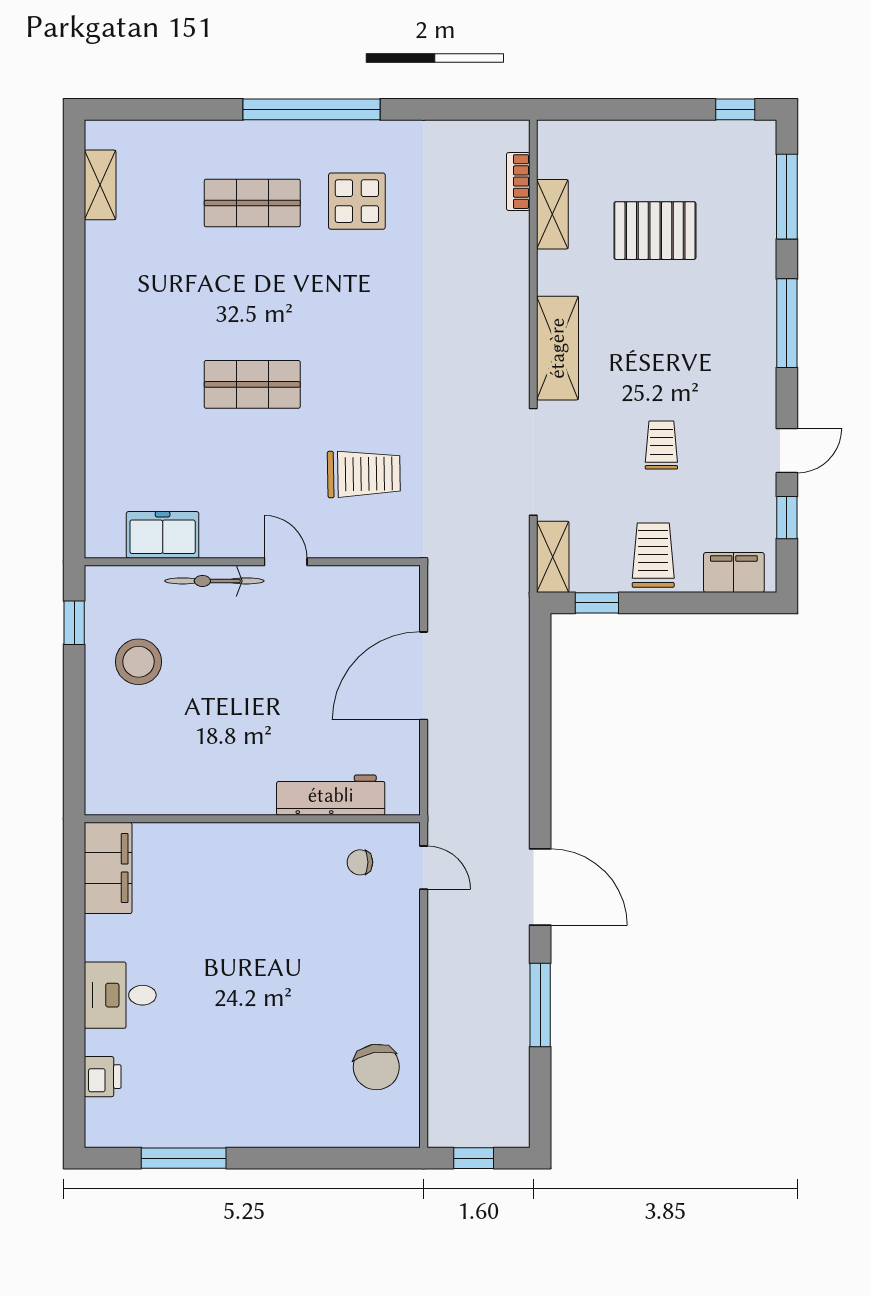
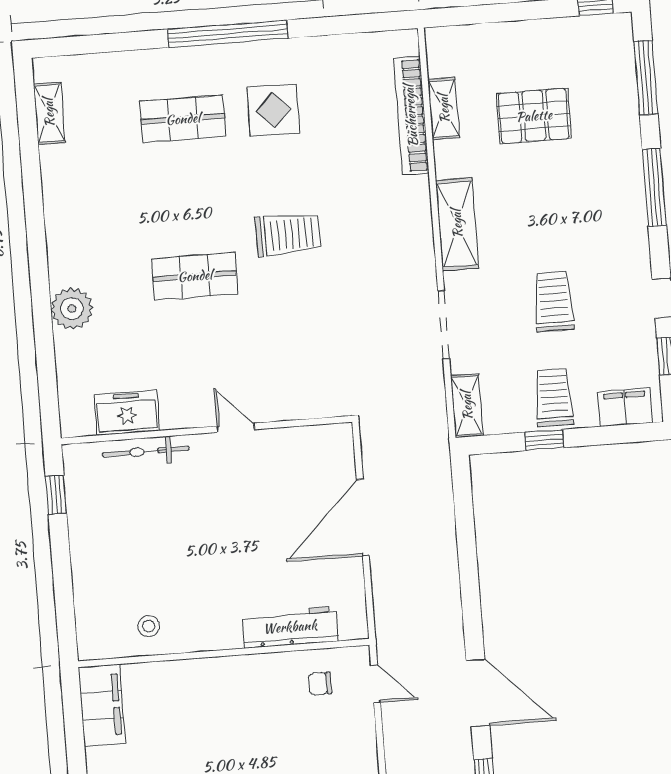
bookcase: (518, 182) -> (411, 116), width x2.31, depth x1.31
plant: (109, 411) -> (72, 309), added
trolley: (661, 445) -> (554, 301), width x1.36, depth x1.39
doorway: (533, 462) -> (444, 325), width x0.73
trolley: (364, 474) -> (288, 234), moved
bicycle: (214, 581) -> (146, 451), moved
window: (597, 603) -> (544, 440), moved
stool: (139, 662) -> (149, 626), moved, width x0.53, depth x0.53

